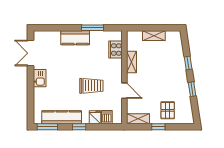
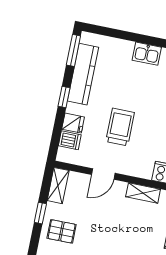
trolley: (91, 86) -> (120, 127), turned 180

